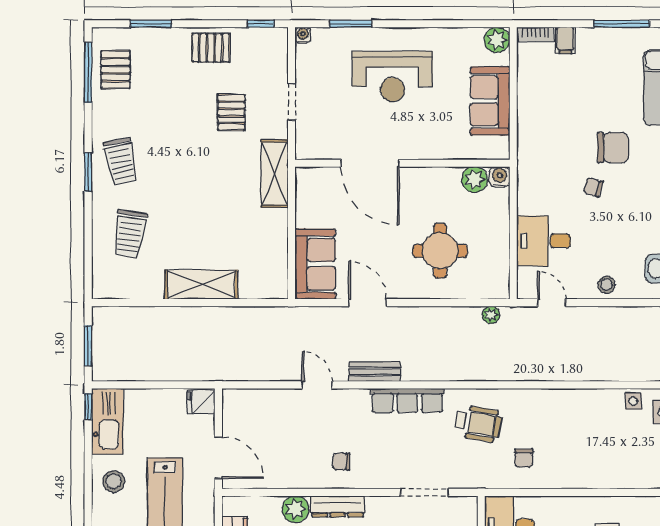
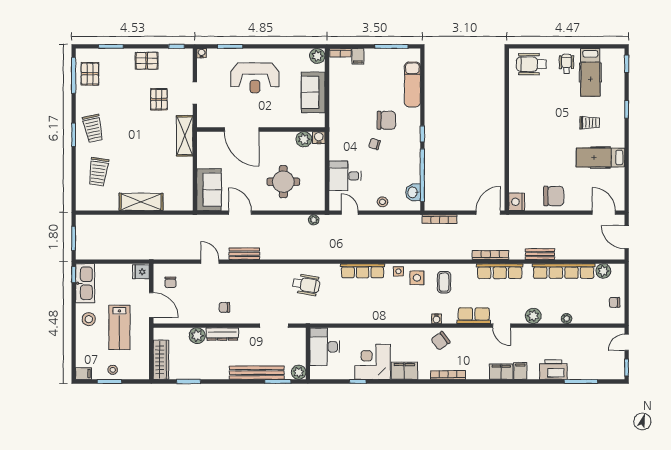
row of seats: (407, 400) -> (363, 271), moved
chair: (524, 458) -> (170, 282), moved

